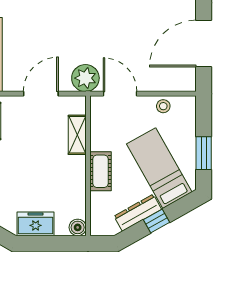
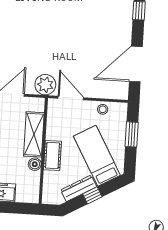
shelving: (77, 135) -> (34, 134), width x1.50, depth x1.33
window: (204, 153) -> (132, 134), moved
boiler: (78, 227) -> (35, 164), moved

